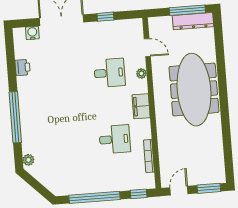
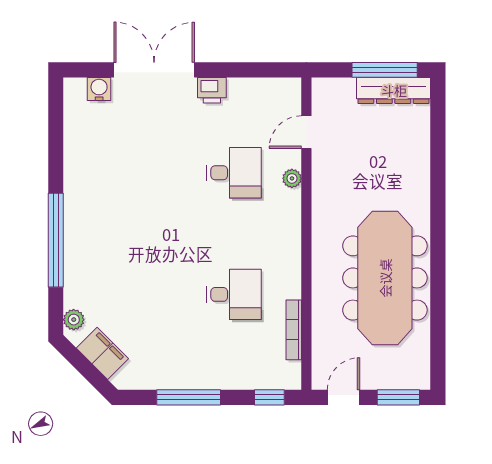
window: (105, 17) -> (234, 70), removed
door: (147, 48) -> (306, 132), swing flipped
printer: (23, 68) -> (212, 90), moved, turned 90
meeting table: (194, 90) -> (385, 278), moved
filing cabinet: (141, 106) -> (102, 353), moved, turned 135
window: (94, 197) -> (189, 397), width x0.68

